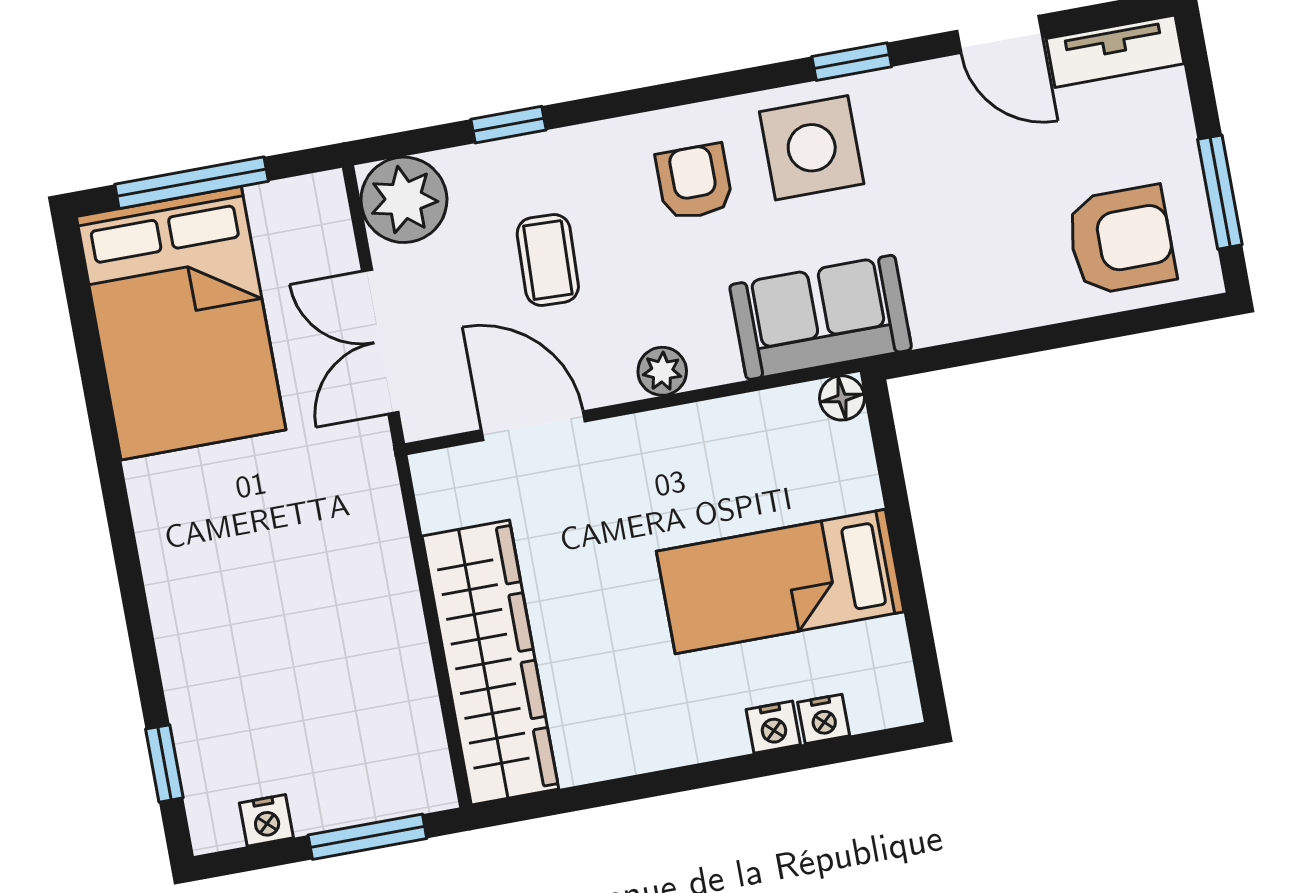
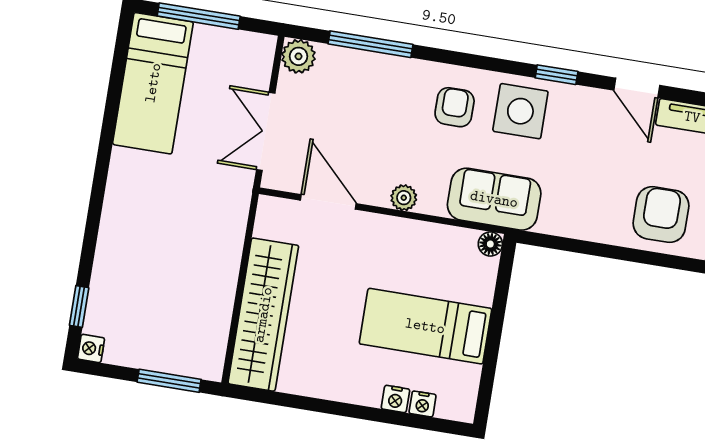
window: (509, 125) -> (370, 44), width x2.17
plant: (404, 200) -> (298, 56), width x0.73, depth x0.73
armchair: (1121, 240) -> (661, 215), turned -90
coffee table: (548, 260) -> (366, 120), removed
bed: (181, 323) -> (153, 83), width x0.67
nightstand: (266, 820) -> (91, 348), moved, turned 90

